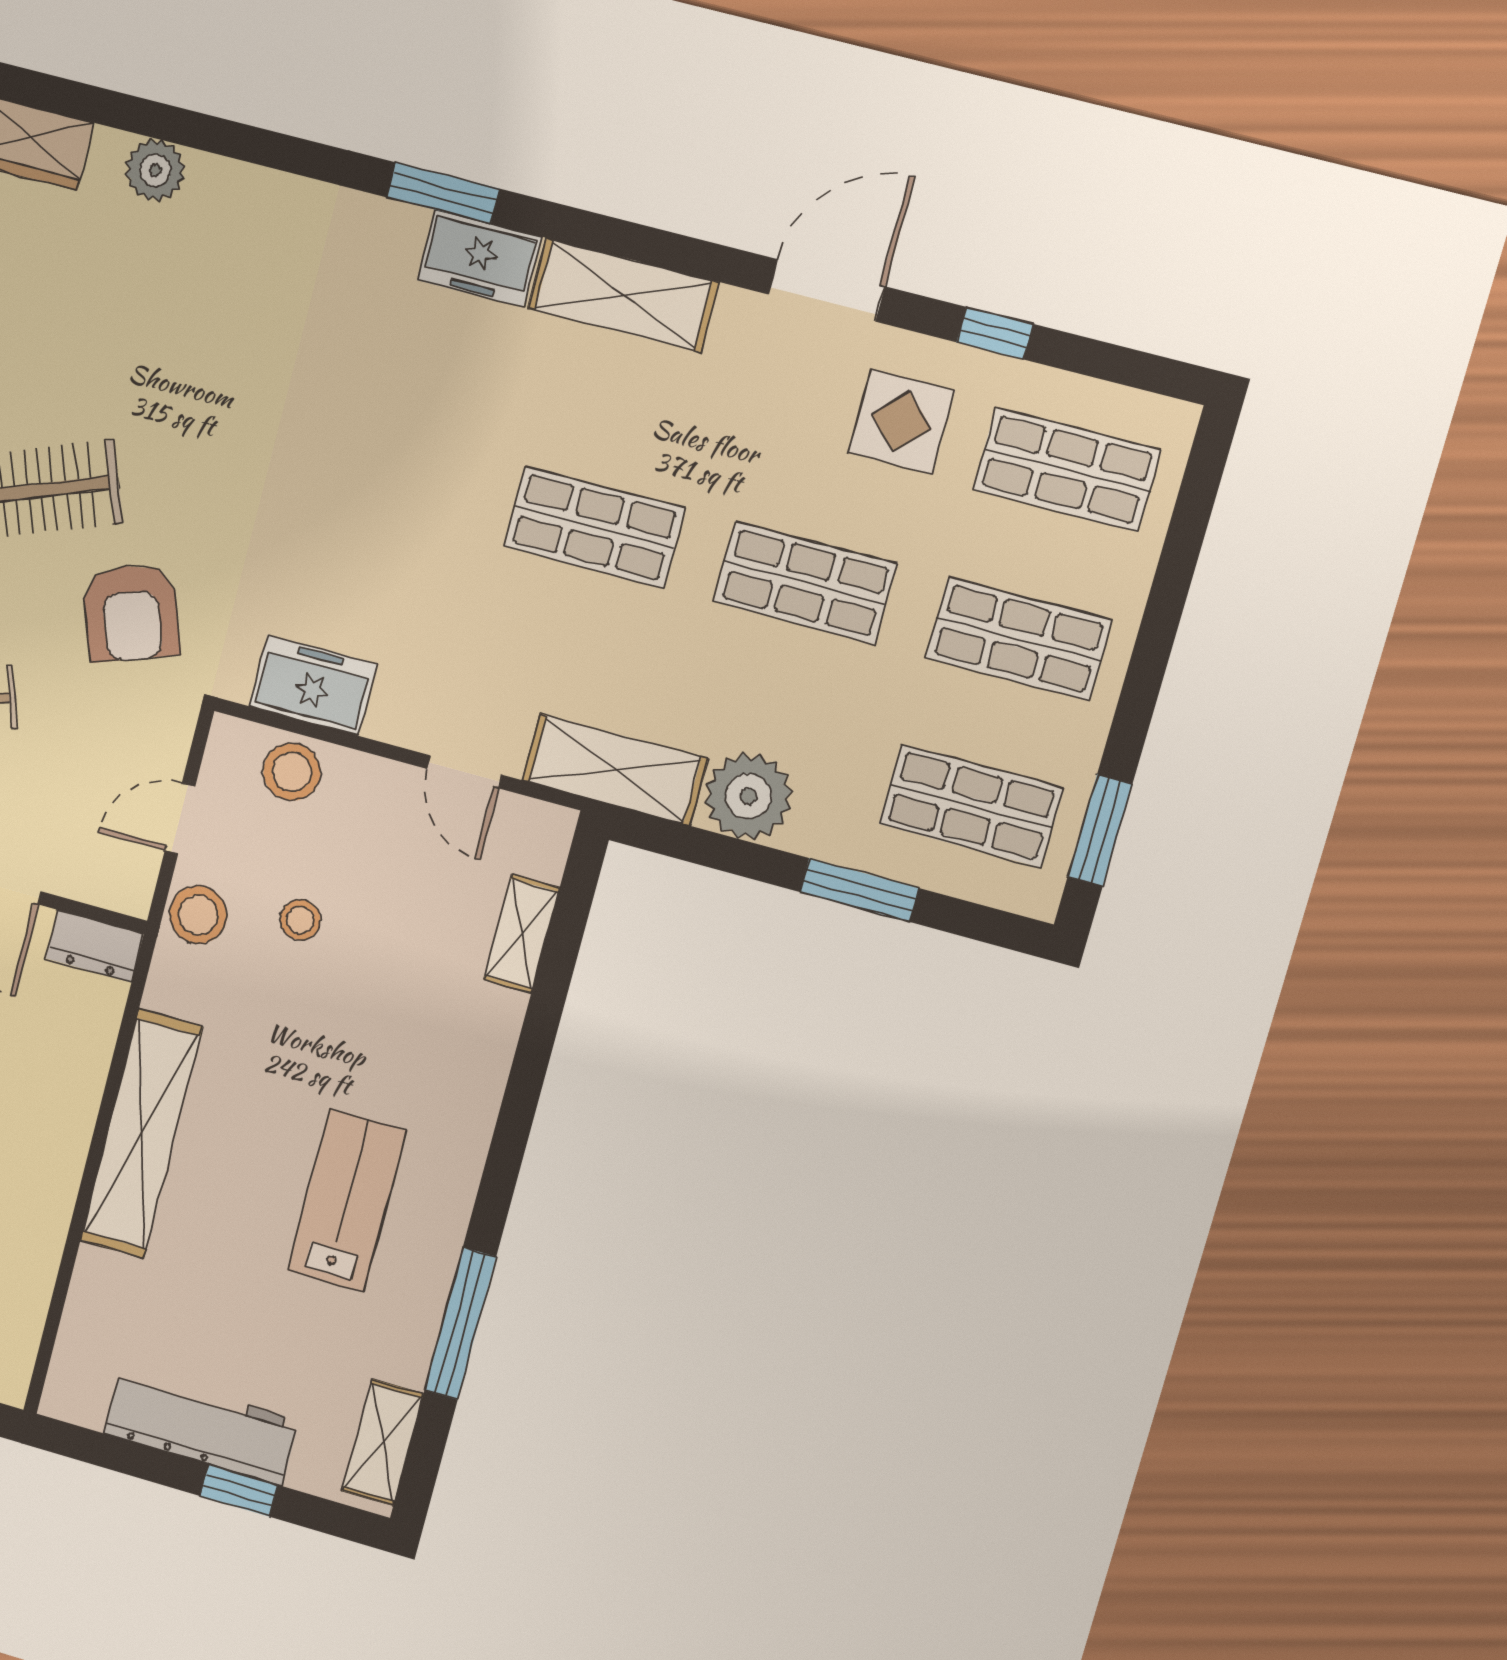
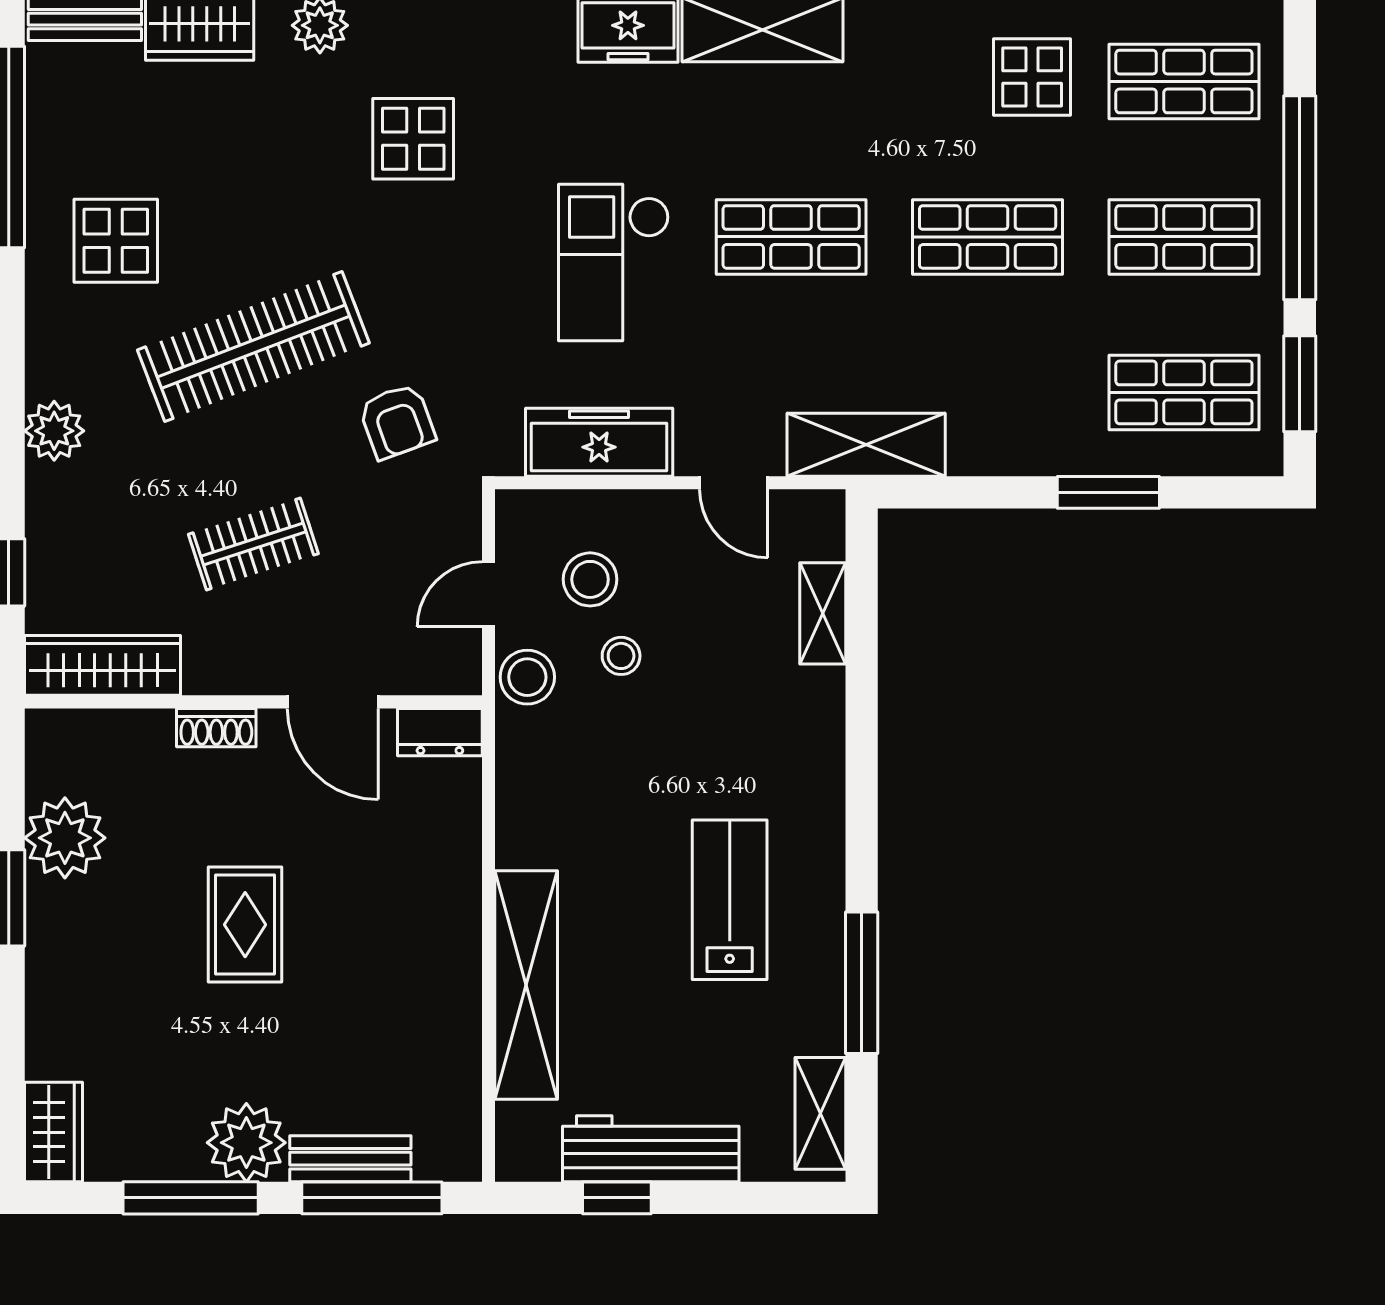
display table: (223, 318) -> (413, 139), added
checkout: (399, 505) -> (614, 263), added
armchair: (131, 613) -> (397, 421), width x0.72, depth x0.72
window: (1158, 630) -> (1300, 198), added
freezer: (313, 685) -> (599, 442), width x1.40
stool: (292, 772) -> (590, 579), moved
plant: (748, 796) -> (989, 437), removed
shelving: (141, 1134) -> (526, 985), moved
window: (239, 1491) -> (617, 1198), moved

